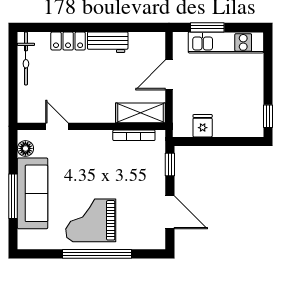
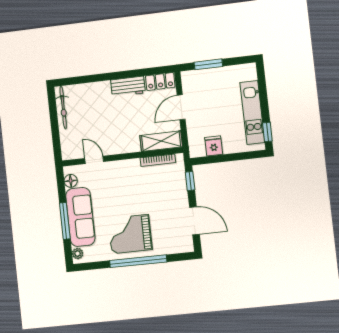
locker: (68, 41) -> (160, 81), moved
kitchen unit: (226, 42) -> (252, 113), moved, turned 90
plant: (24, 237) -> (78, 254), added

